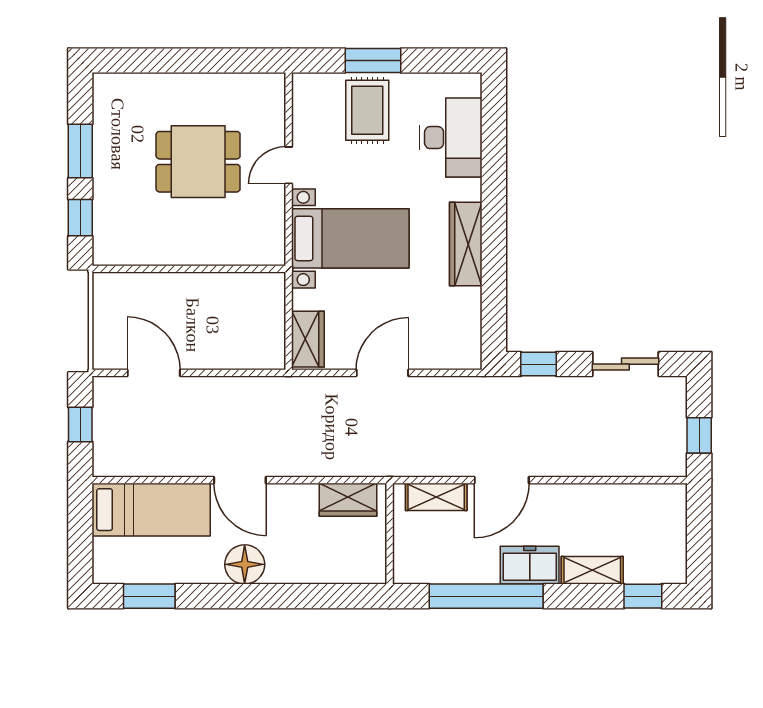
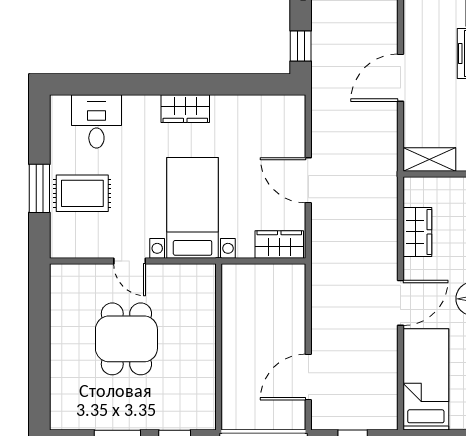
desk: (451, 138) -> (96, 121), width x0.73
wardrobe: (466, 244) -> (185, 109), width x0.67
door: (502, 480) -> (400, 78), swing flipped
shelving: (436, 497) -> (429, 160), moved, turned 90
wardrobe: (348, 500) -> (417, 232), moved

